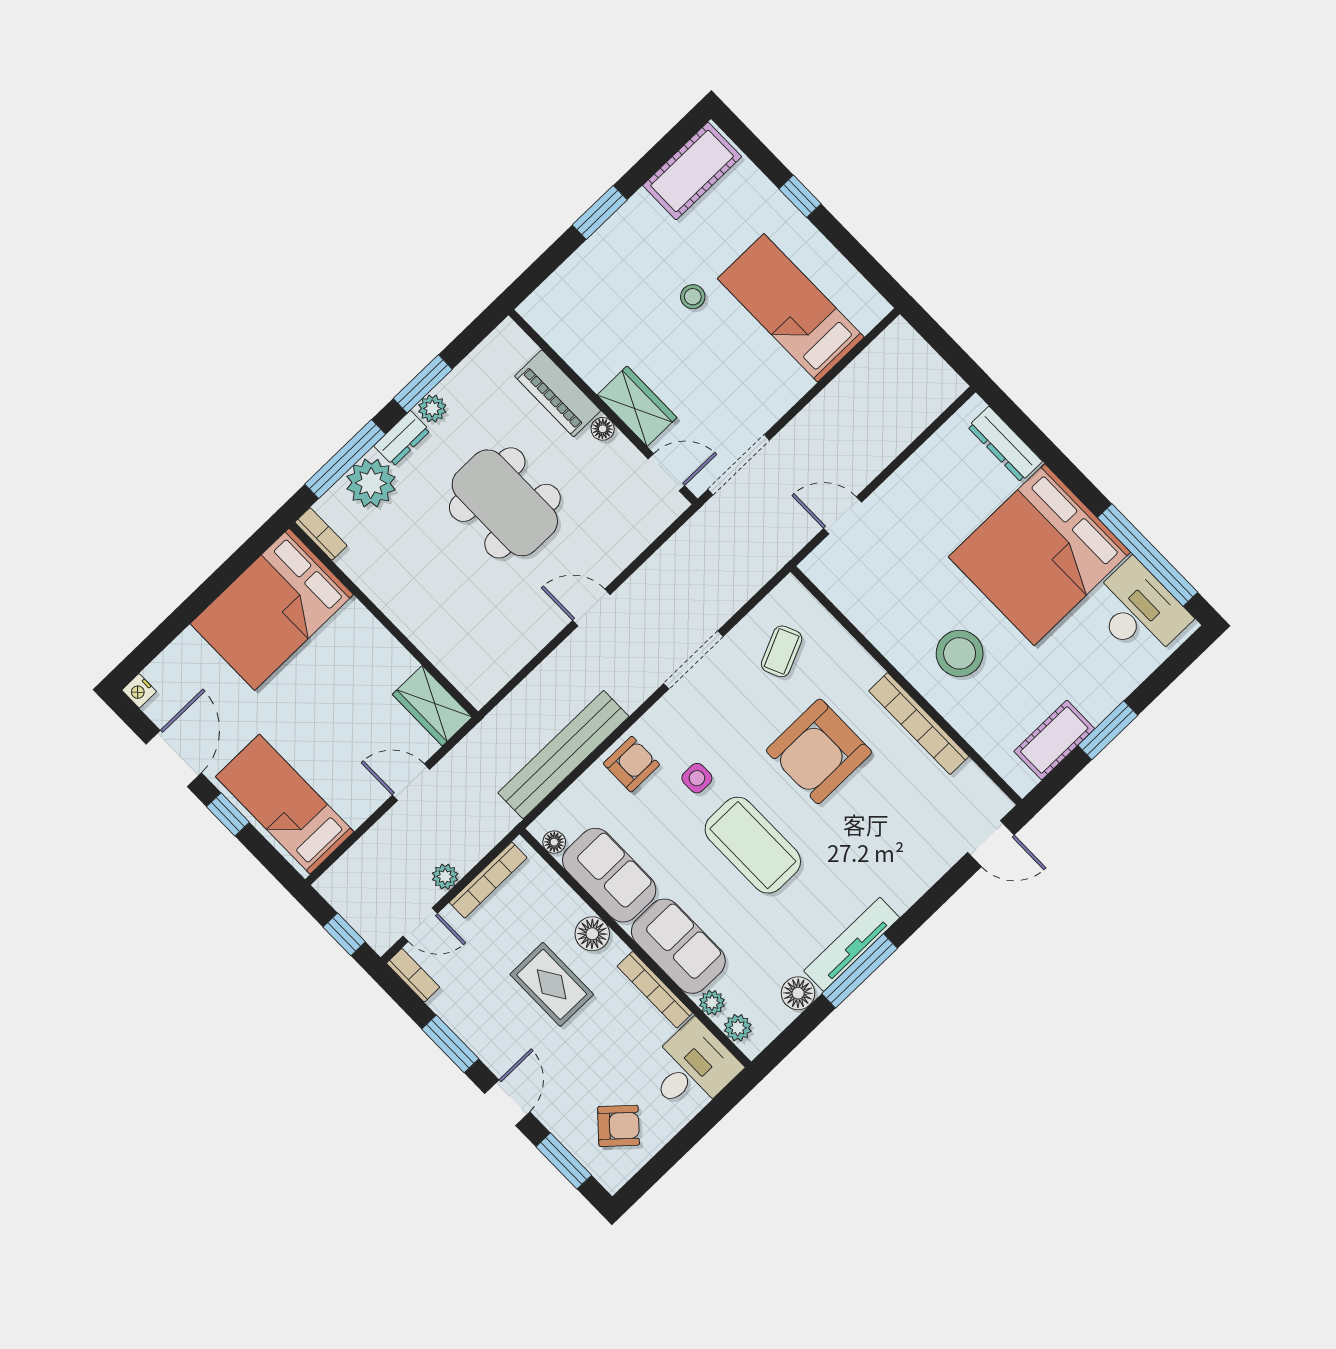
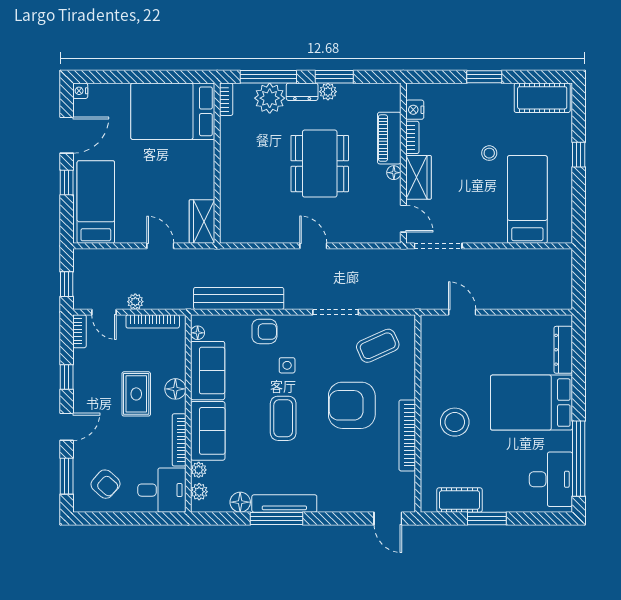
nightstand: (555, 331) -> (415, 110), added
bookcase: (584, 366) -> (412, 137), added
bed: (1039, 555) -> (532, 403), width x0.73
coffee table: (782, 651) -> (378, 346), width x1.36, depth x1.30
coffee table: (753, 845) -> (283, 418), width x0.73, depth x0.76
window: (450, 1044) -> (67, 377), width x0.67

